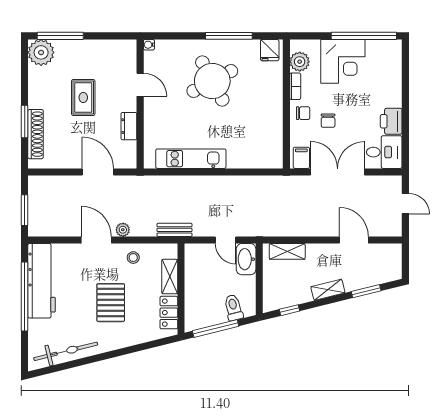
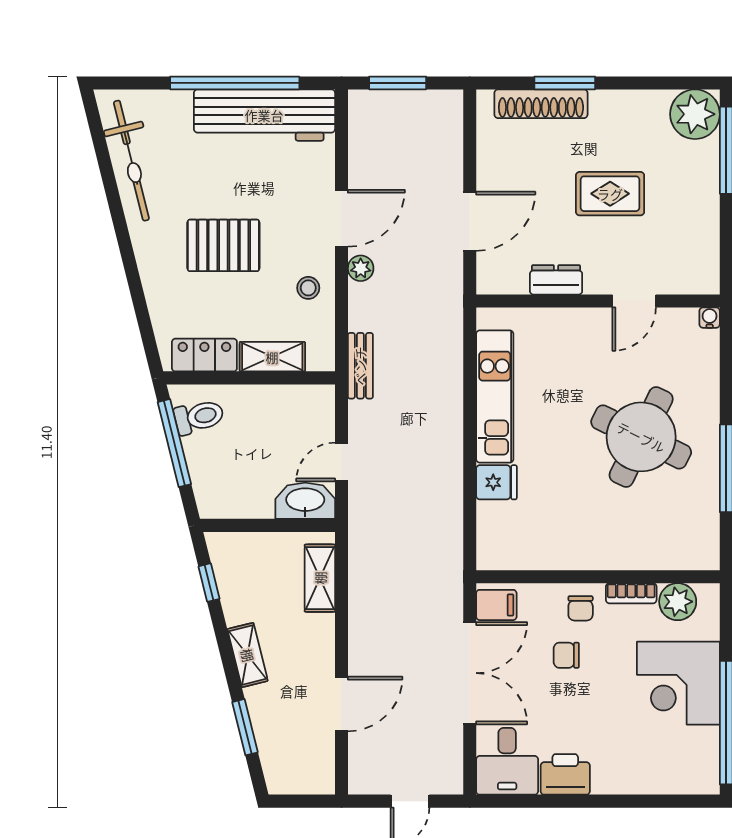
fridge: (270, 50) -> (496, 482), moved, turned 180
round table: (212, 81) -> (641, 437), turned -36
toilet: (233, 308) -> (199, 417), moved

